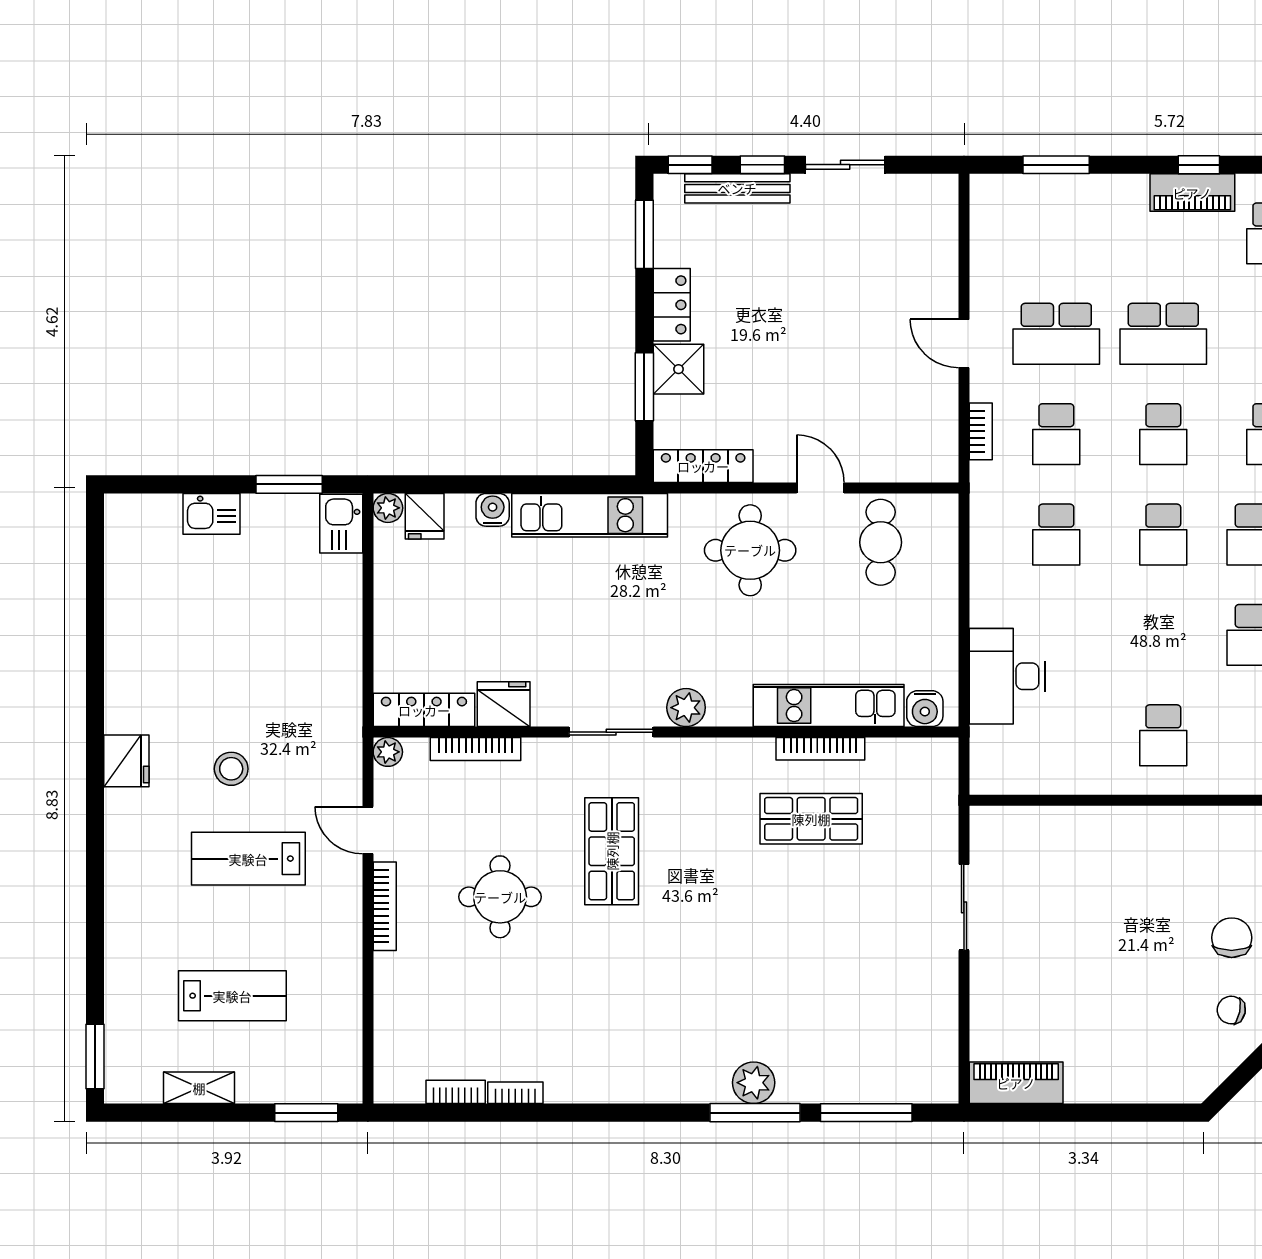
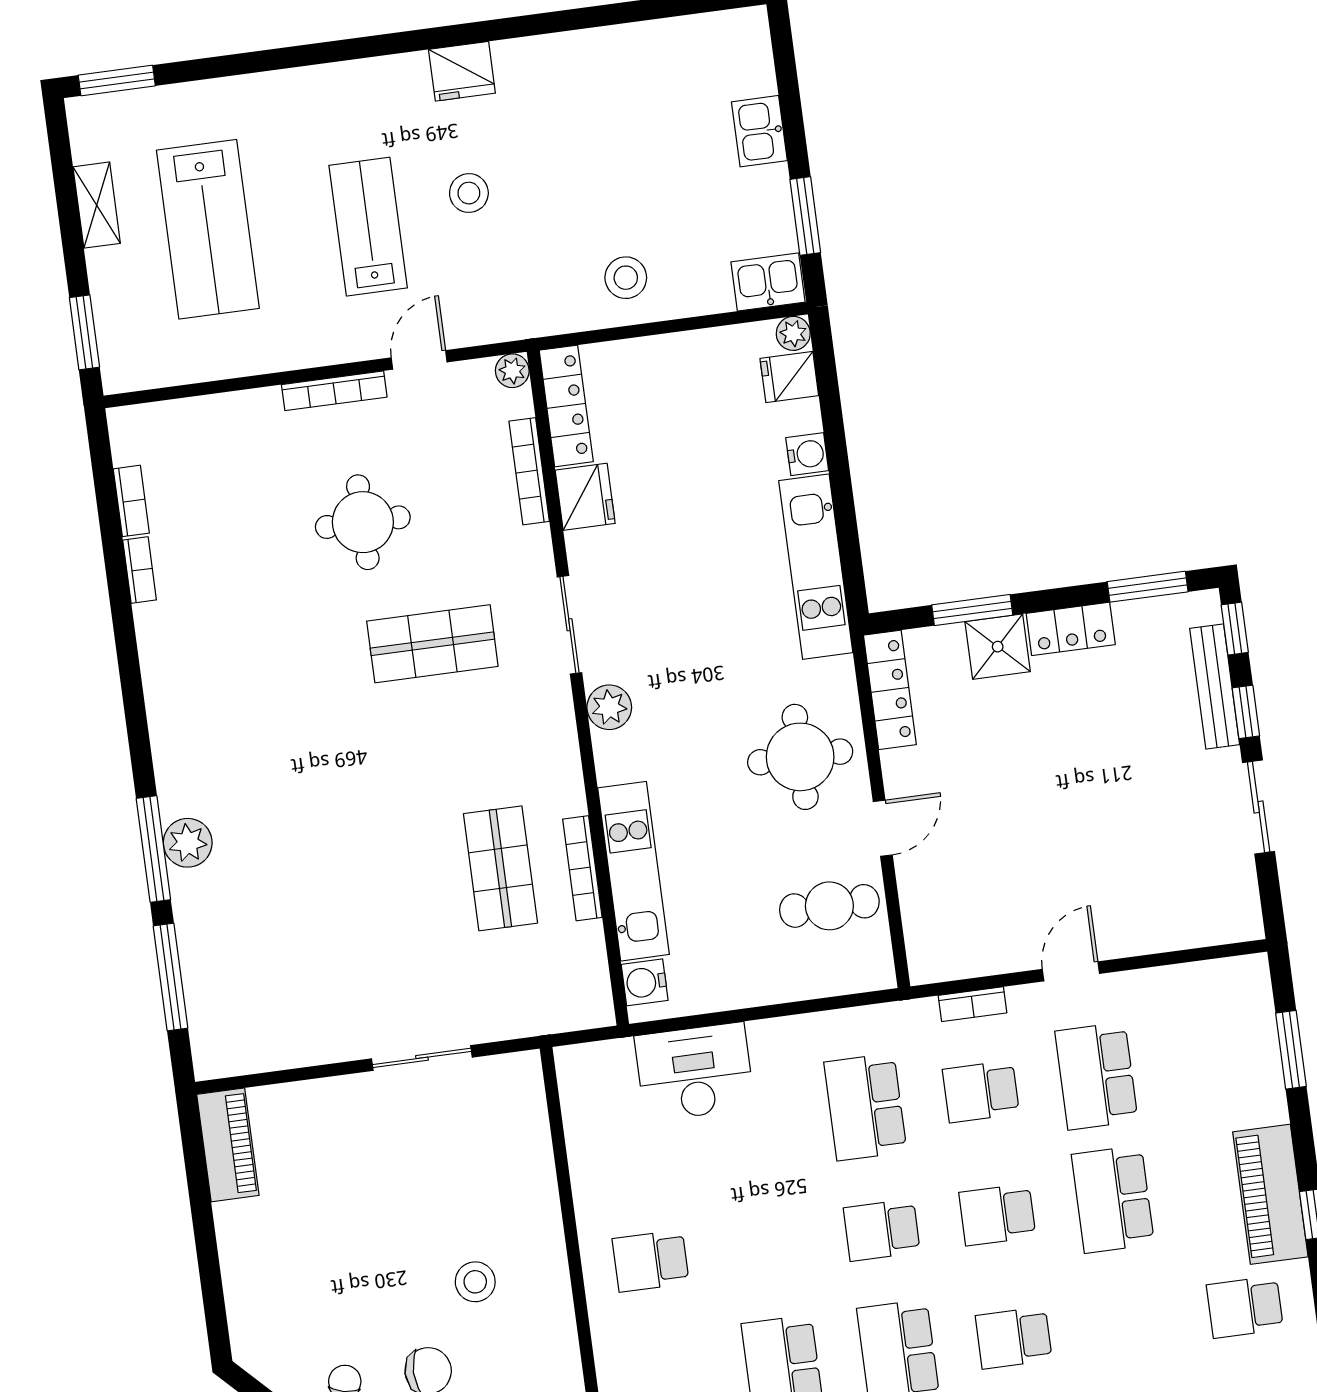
piano: (1192, 193) -> (1270, 1194), width x1.37, depth x1.33
school desk: (1056, 535) -> (865, 1107), width x1.85
stool: (321, 645) -> (626, 278), added
stool: (1161, 887) -> (475, 1282), added
lab bench: (232, 996) -> (208, 229), width x1.36, depth x1.39

